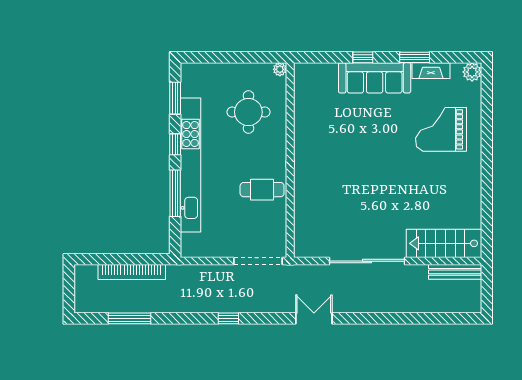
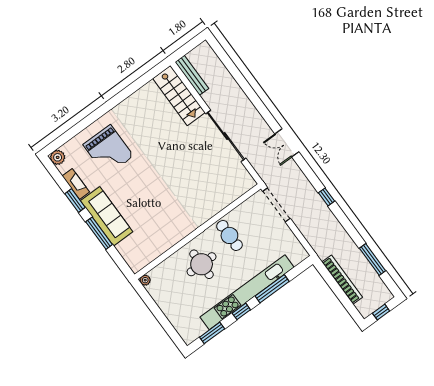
window: (363, 57) -> (99, 233), width x2.17
round table: (248, 112) -> (202, 264), moved
window: (69, 288) -> (381, 312), added

